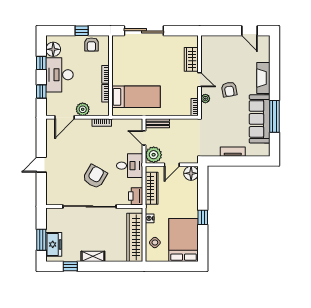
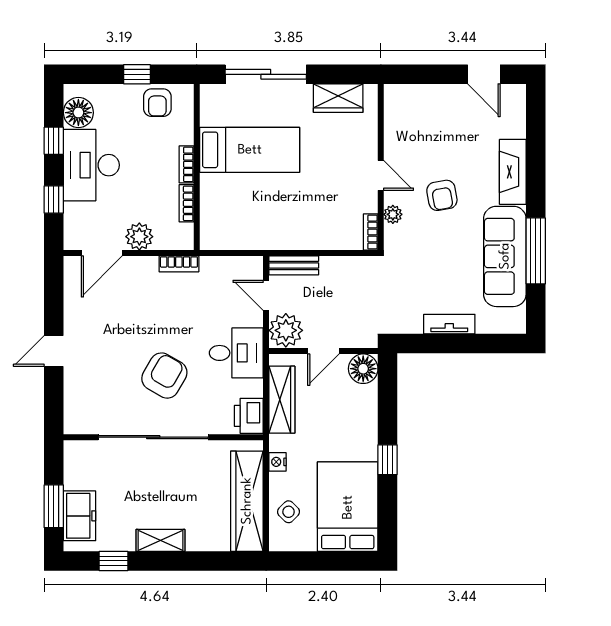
wardrobe: (191, 59) -> (338, 98), moved, turned -90
bed: (136, 97) -> (250, 150), moved

